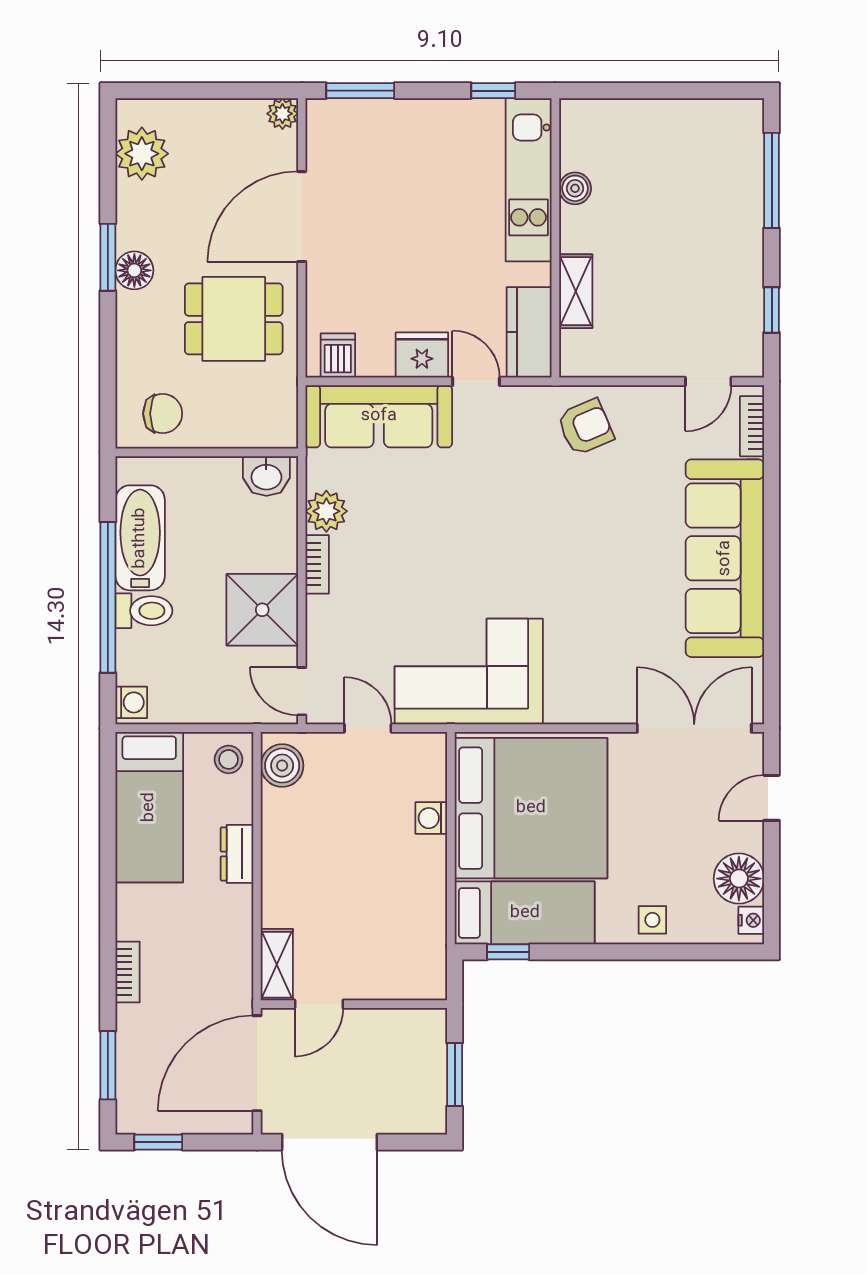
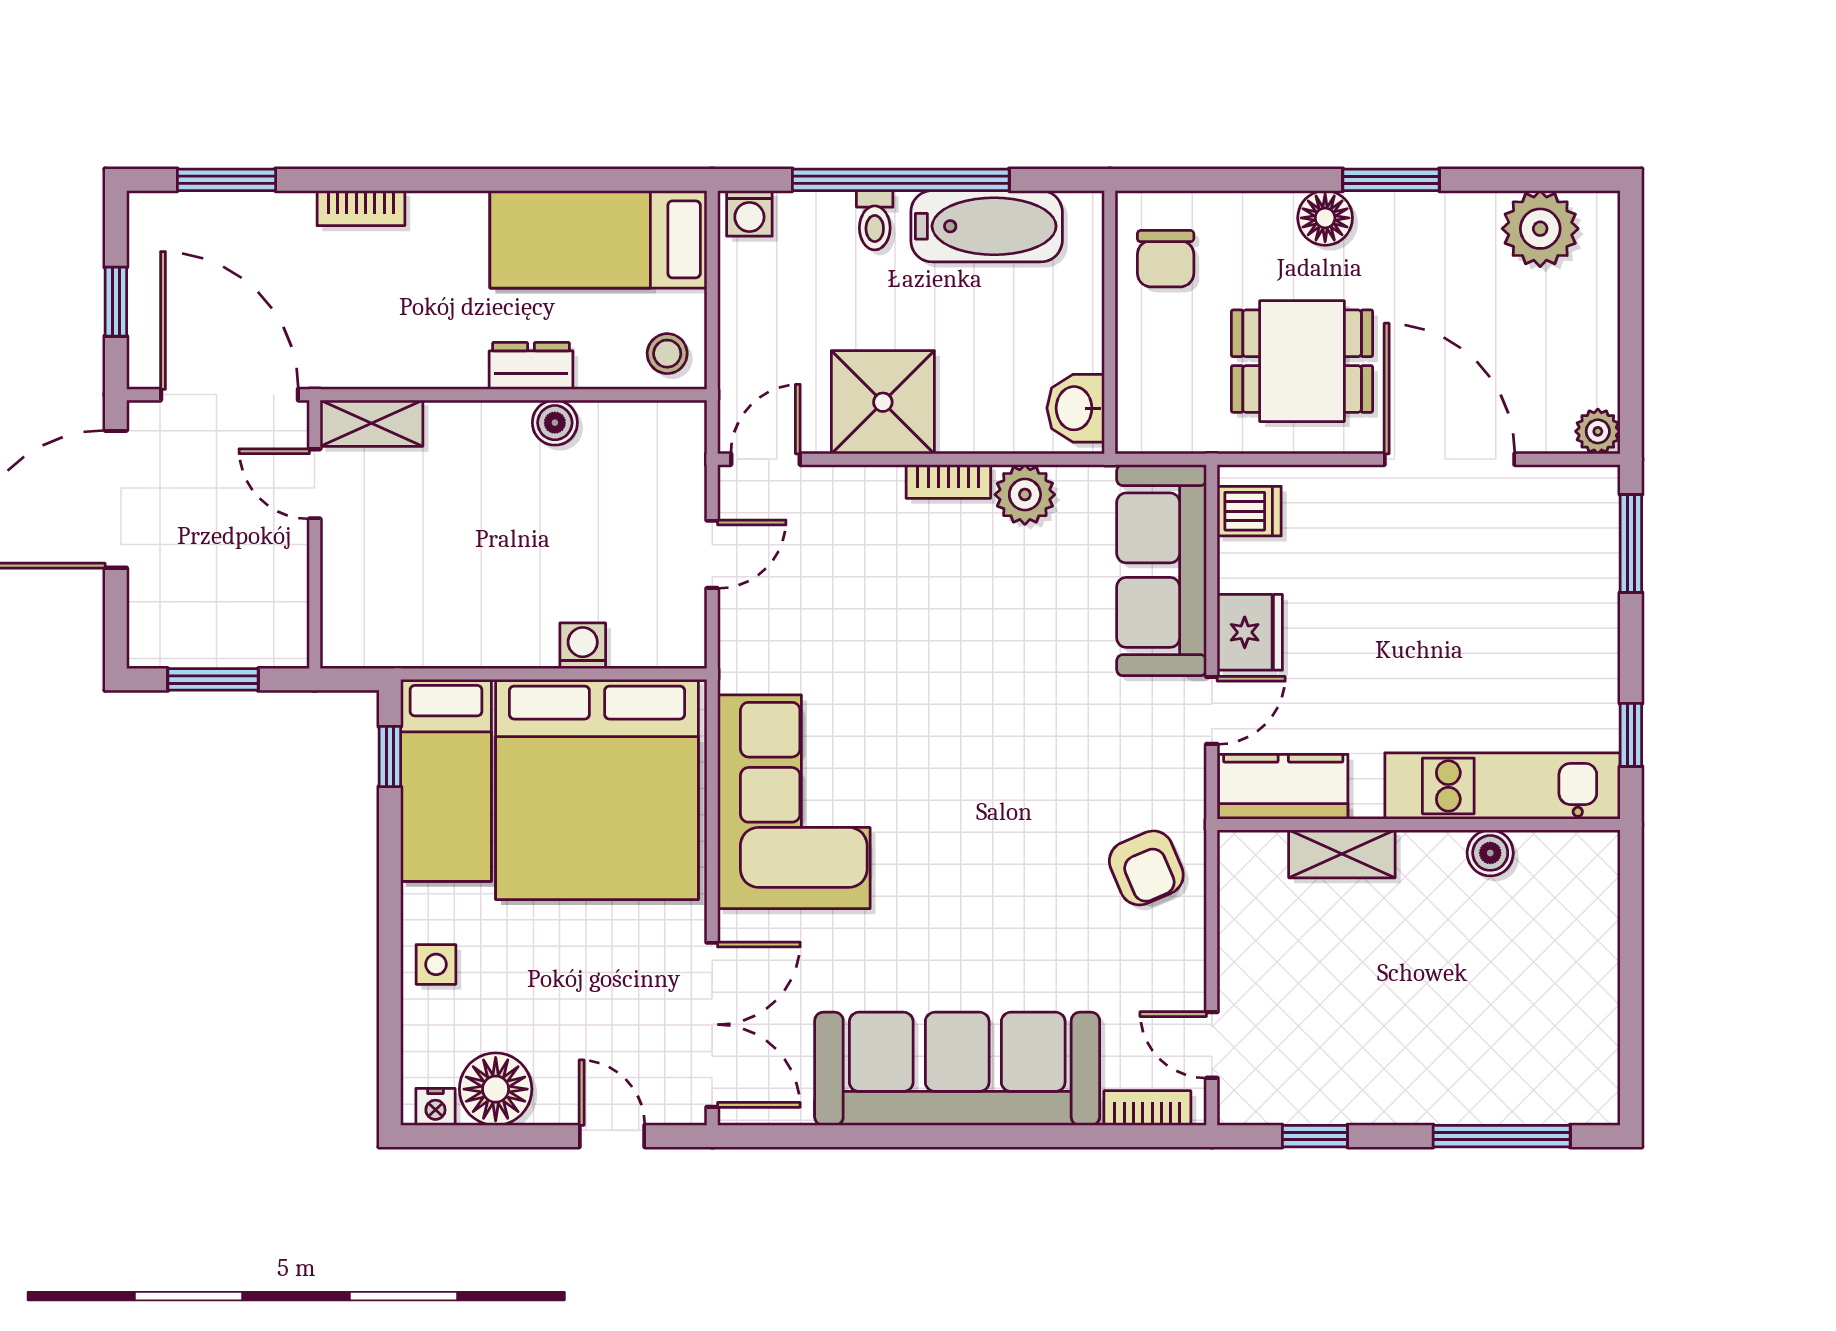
floor lamp: (134, 270) -> (1325, 218), moved
dining table: (234, 319) -> (1302, 361), turned 90
toilet: (144, 611) -> (875, 220), width x0.73, depth x0.72
corner sofa: (469, 672) -> (794, 802), moved
boiler: (282, 766) -> (555, 423), moved, width x0.73, depth x0.73
window: (158, 1142) -> (116, 302), moved

